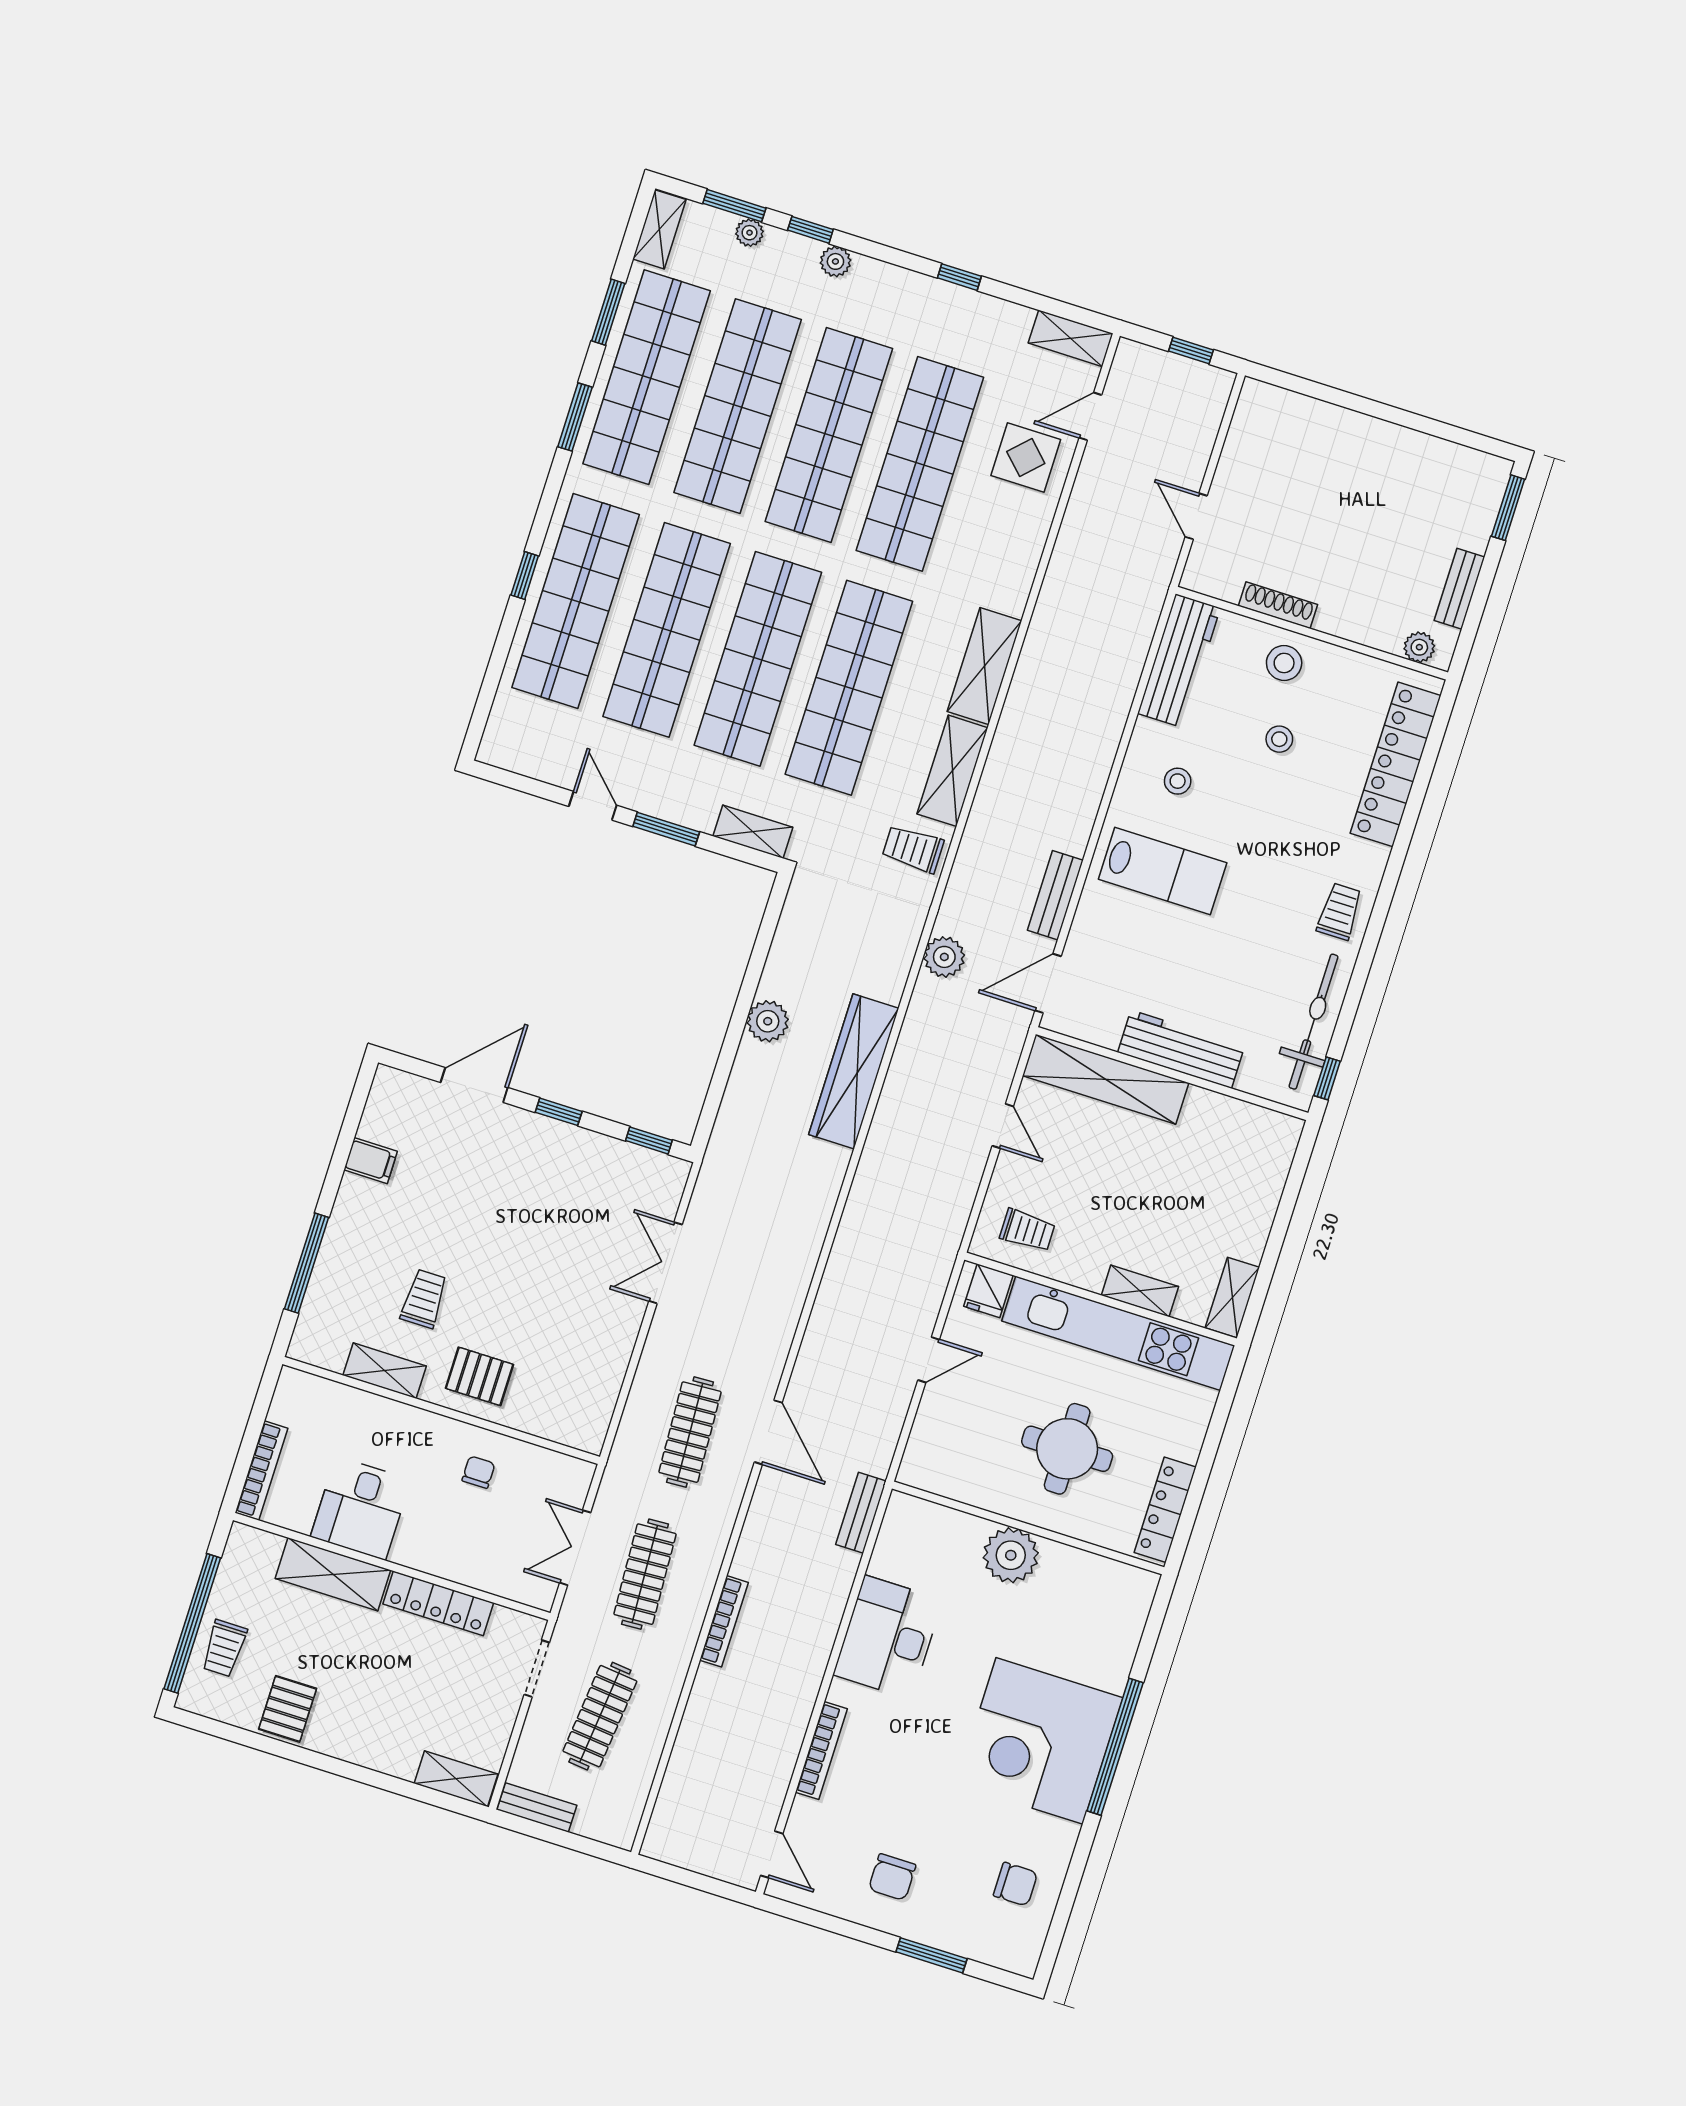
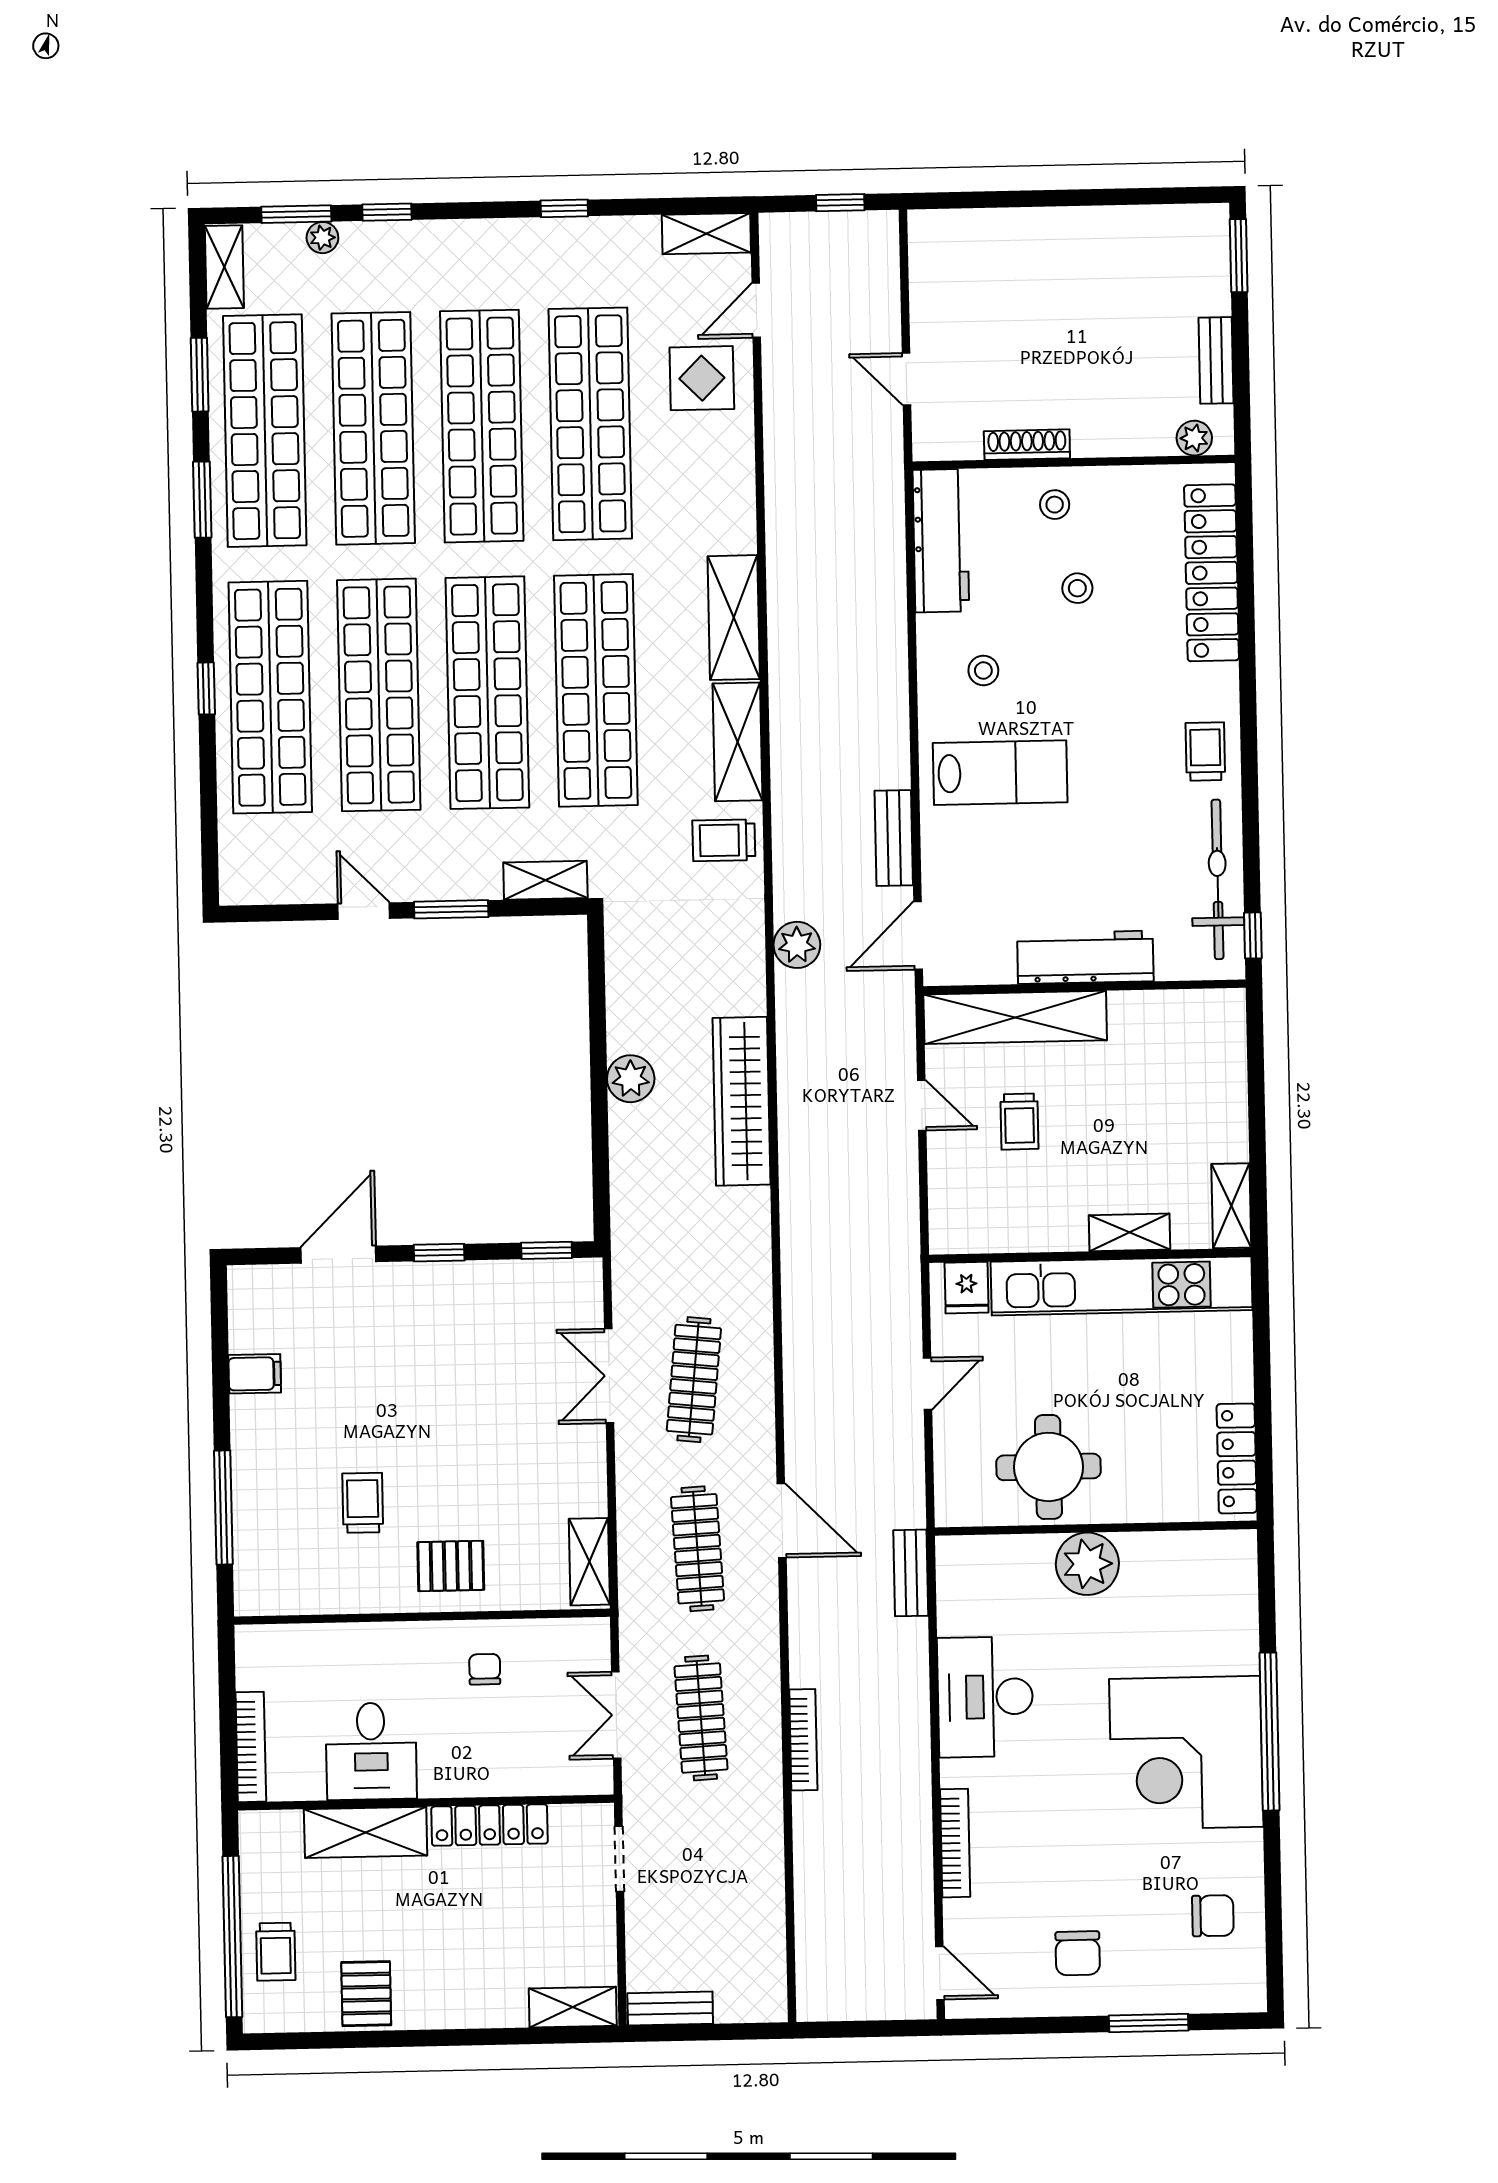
plant: (835, 261) -> (425, 237), removed
stool: (1284, 663) -> (1055, 505), width x0.73, depth x0.73
trolley: (1027, 1230) -> (1019, 1122), moved, turned 90
shelving: (385, 1371) -> (589, 1562), moved, turned 90
round table: (1067, 1449) -> (1048, 1467), moved
clothes rail: (600, 1716) -> (694, 1380), moved

